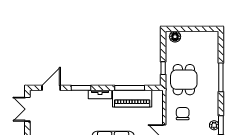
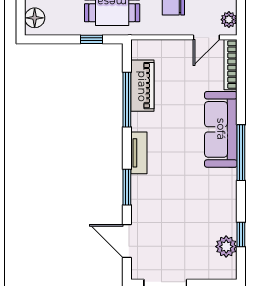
piano: (132, 99) -> (142, 86), width x0.73, depth x0.75

